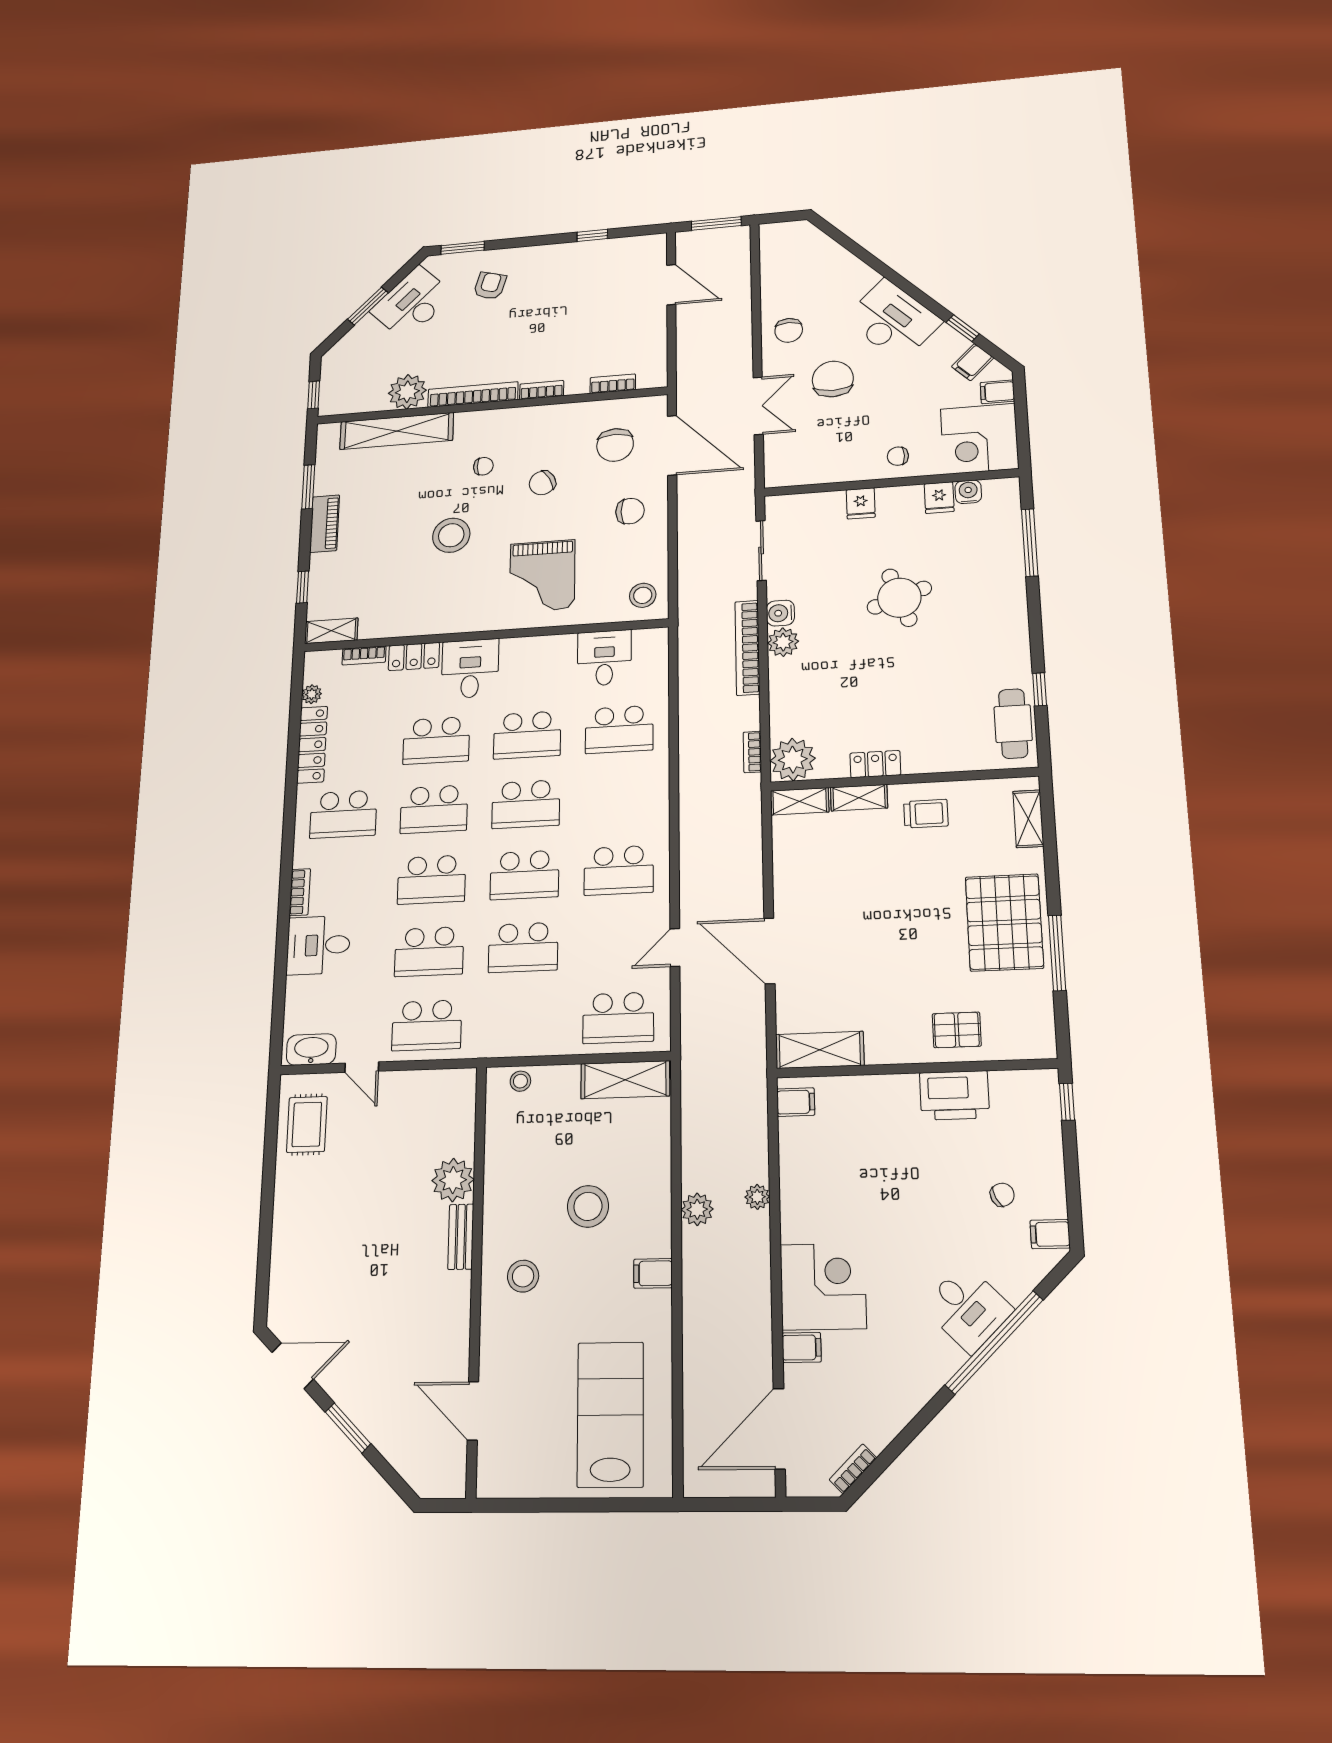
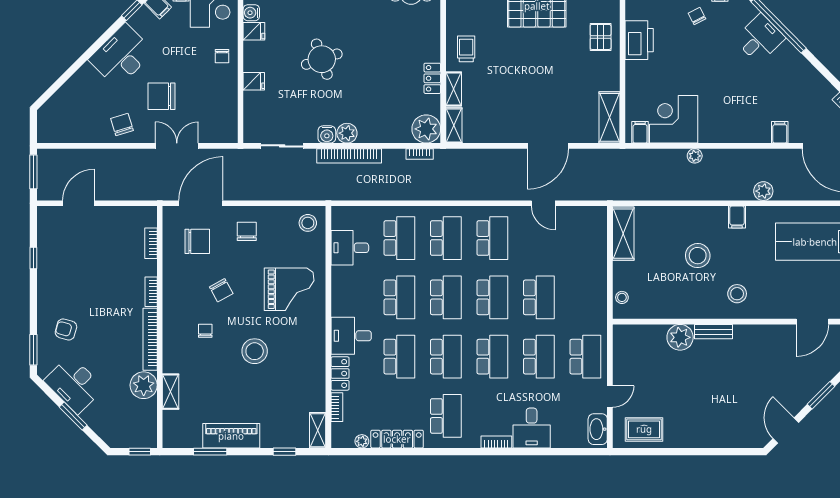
chair: (789, 330) -> (122, 124), turned -107
shelving: (397, 431) -> (171, 392), width x0.45, depth x0.75
piano: (325, 524) -> (231, 436), width x1.37, depth x1.33
school desk: (618, 1018) -> (446, 238), moved
plant: (697, 1209) -> (763, 191), moved
corner desk: (823, 1287) -> (674, 119), moved

